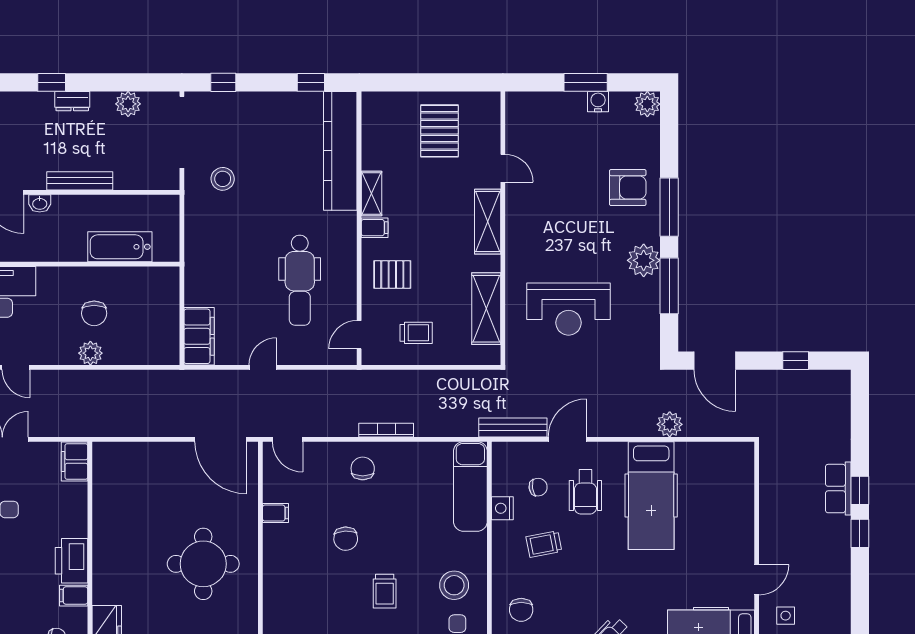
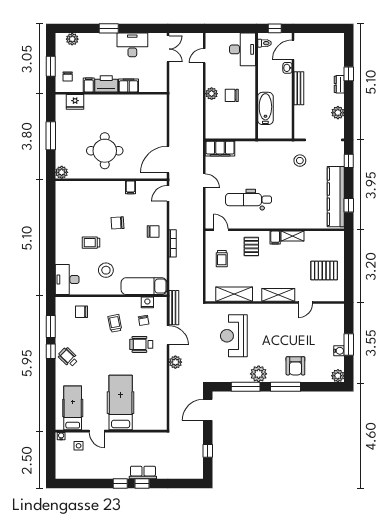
kitchen counter: (340, 151) -> (336, 197), moved, turned -90
plant: (670, 424) -> (175, 362), moved
filing cabinet: (75, 462) -> (129, 85), moved
hospital bed: (651, 496) -> (121, 403), moved, turned 90
nightstand: (502, 508) -> (147, 302), moved
stool: (454, 585) -> (106, 270), moved

